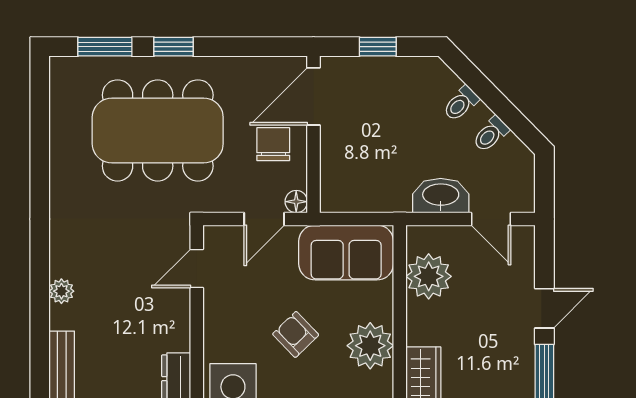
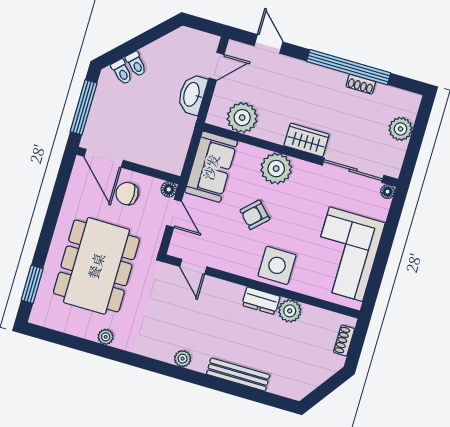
window: (173, 47) -> (45, 240), removed
window: (378, 47) -> (84, 107), width x2.17
toilet: (491, 134) -> (122, 72), moved
plant: (61, 173) -> (106, 337), added
door: (544, 308) -> (268, 44), moved

